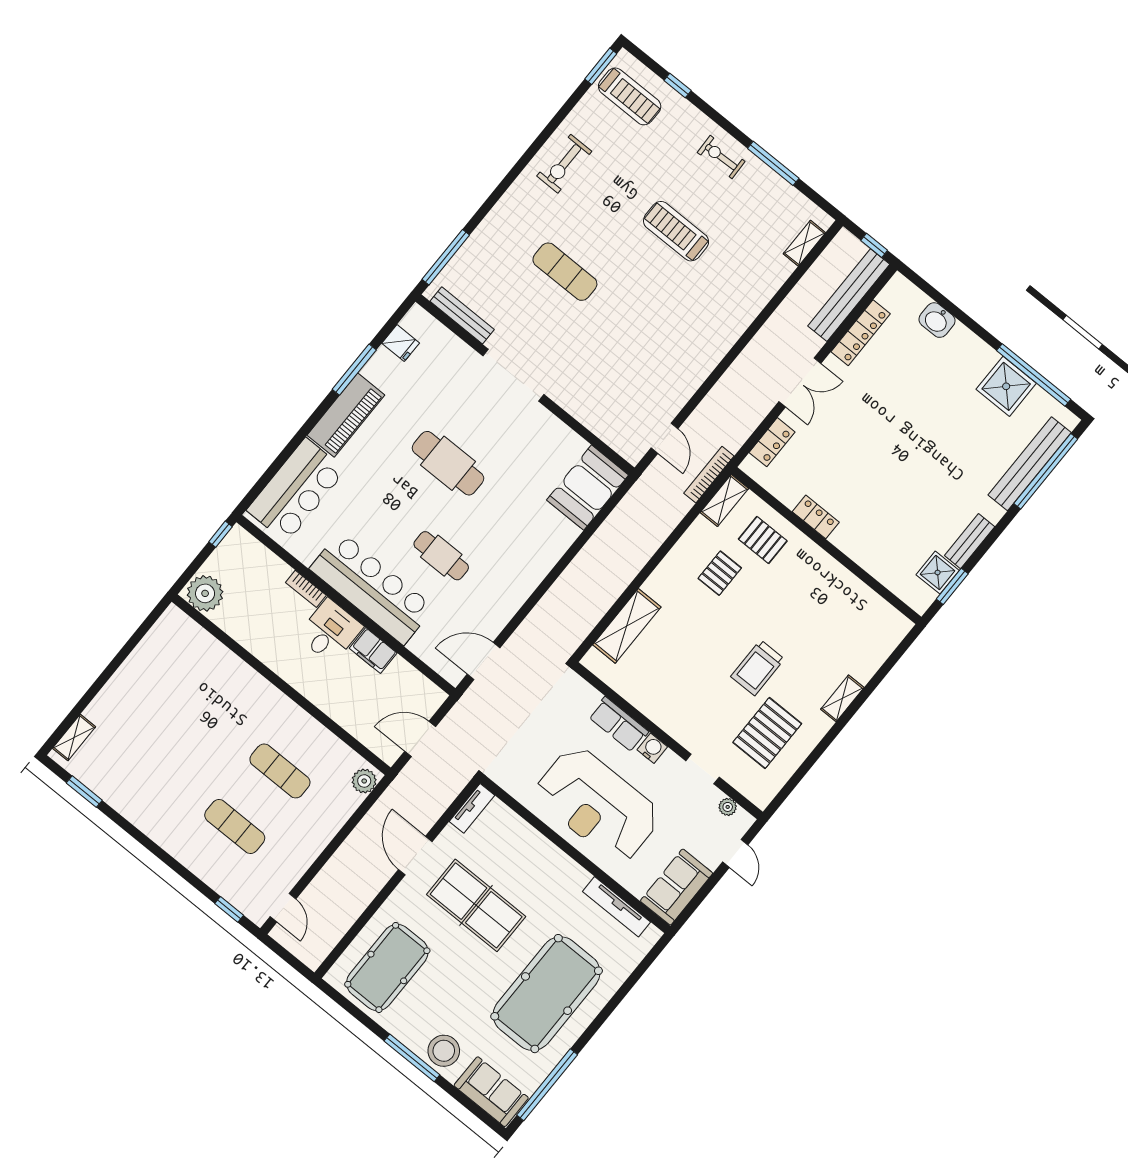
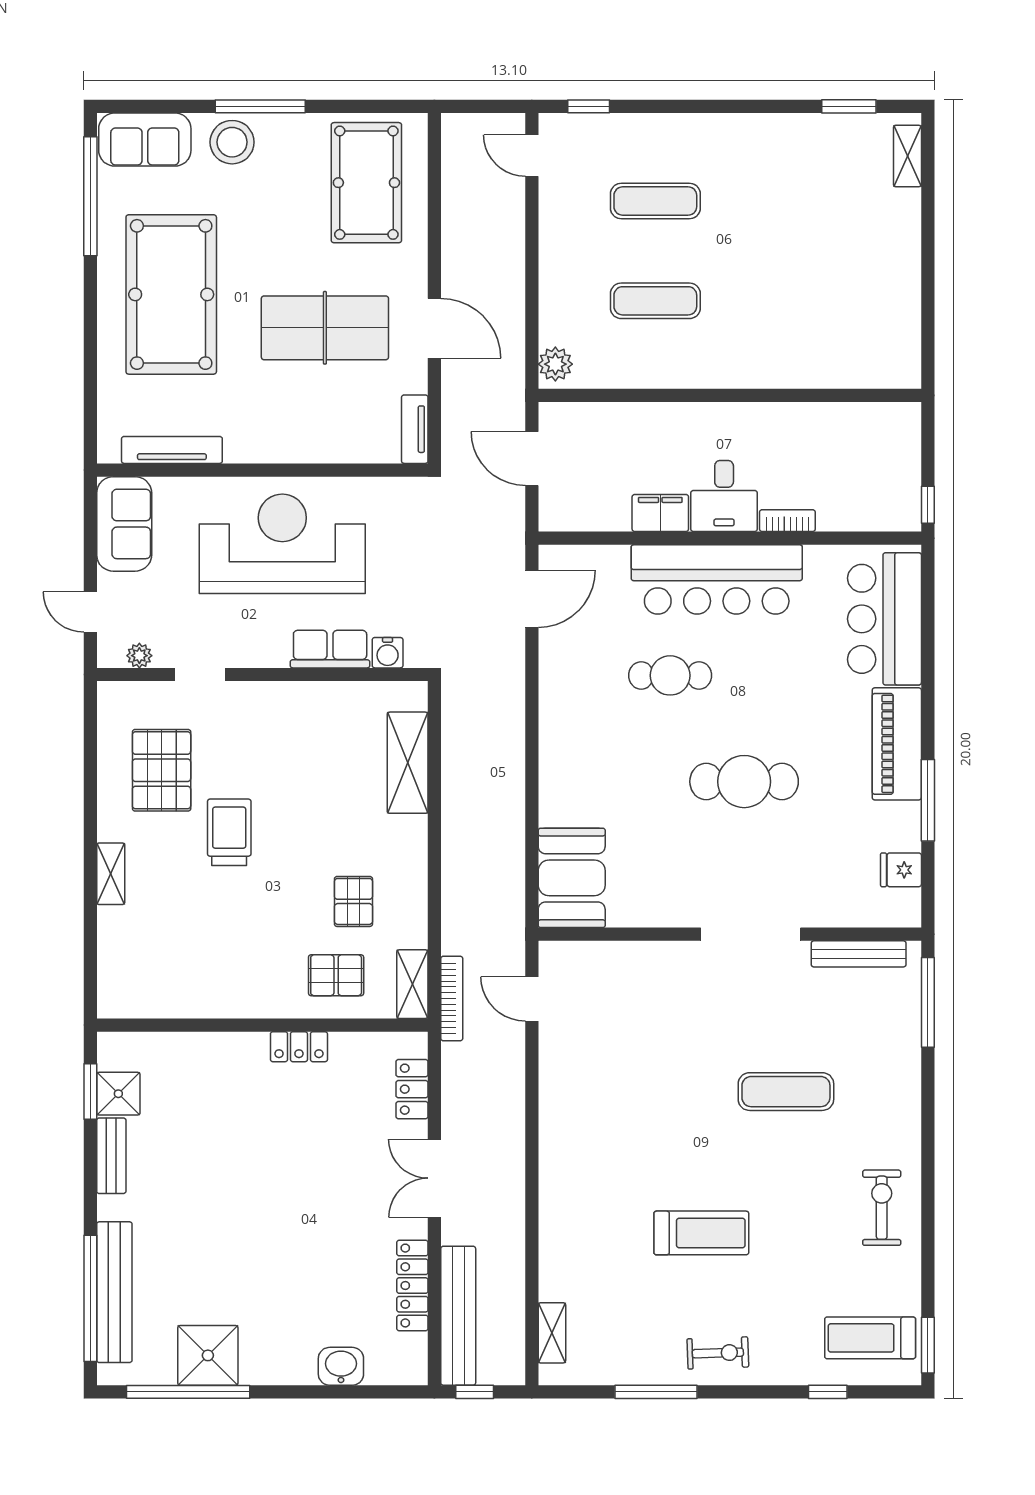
plant: (205, 593) -> (892, 427), removed
door: (420, 739) -> (532, 459), swing flipped
water cooler: (652, 748) -> (388, 653), moved

